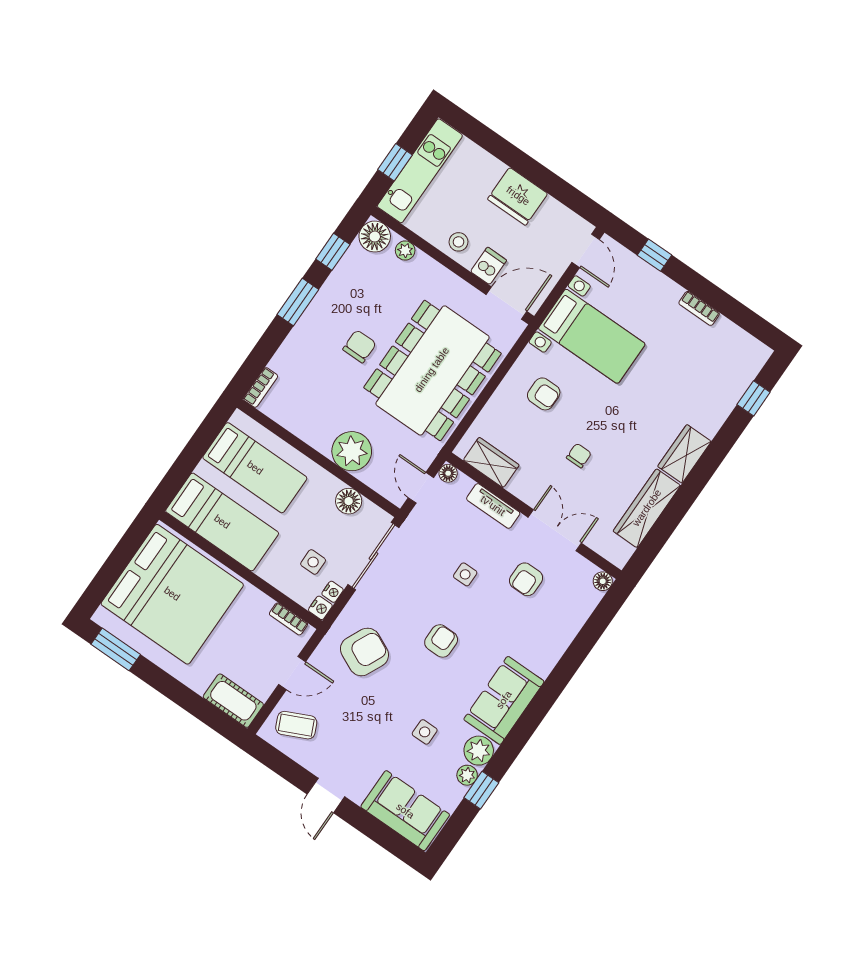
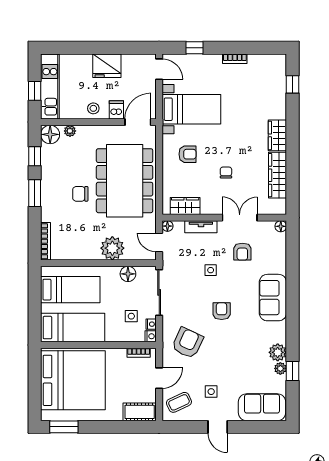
chair: (359, 346) -> (80, 194), turned -90
bookcase: (261, 387) -> (46, 241), width x1.56
sofa: (504, 700) -> (273, 298), moved
side table: (425, 732) -> (211, 392), moved

